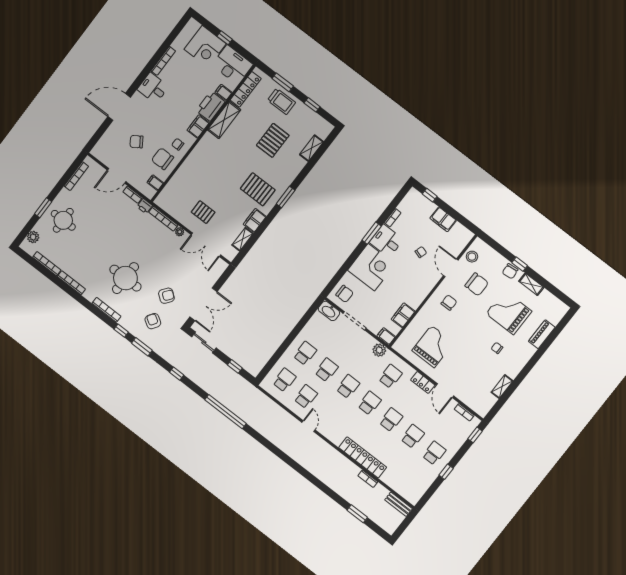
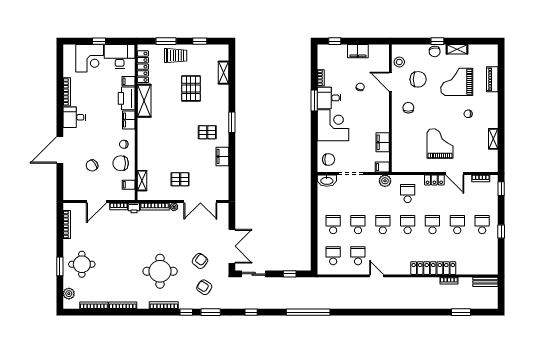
pallet: (258, 189) -> (207, 132), width x0.67, depth x0.71
shelving: (242, 239) -> (142, 181), moved
grand piano: (433, 346) -> (440, 144), moved

